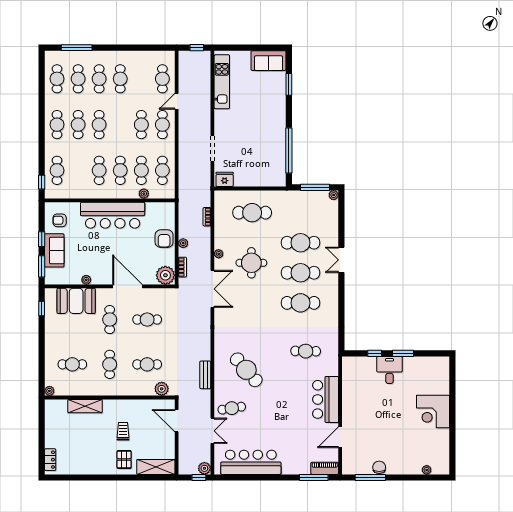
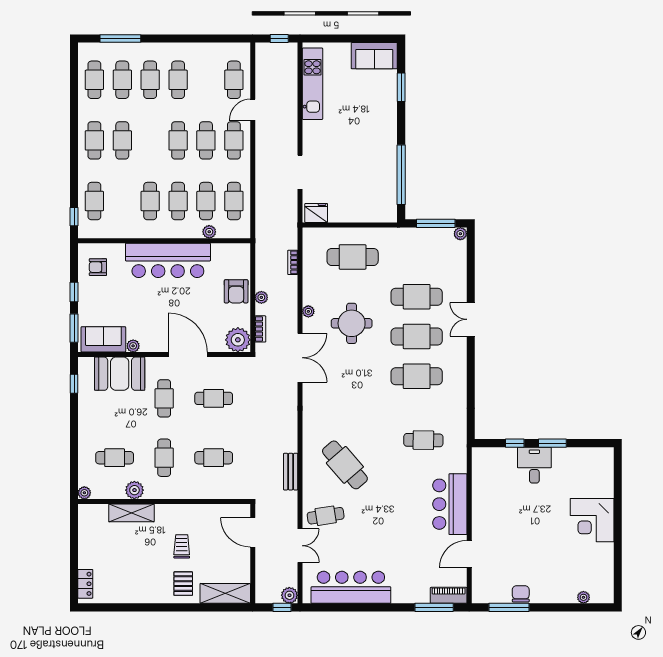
cafe table: (99, 125) -> (178, 140), moved
sofa: (54, 250) -> (103, 339), moved, turned -90
plant: (162, 389) -> (134, 490), moved

